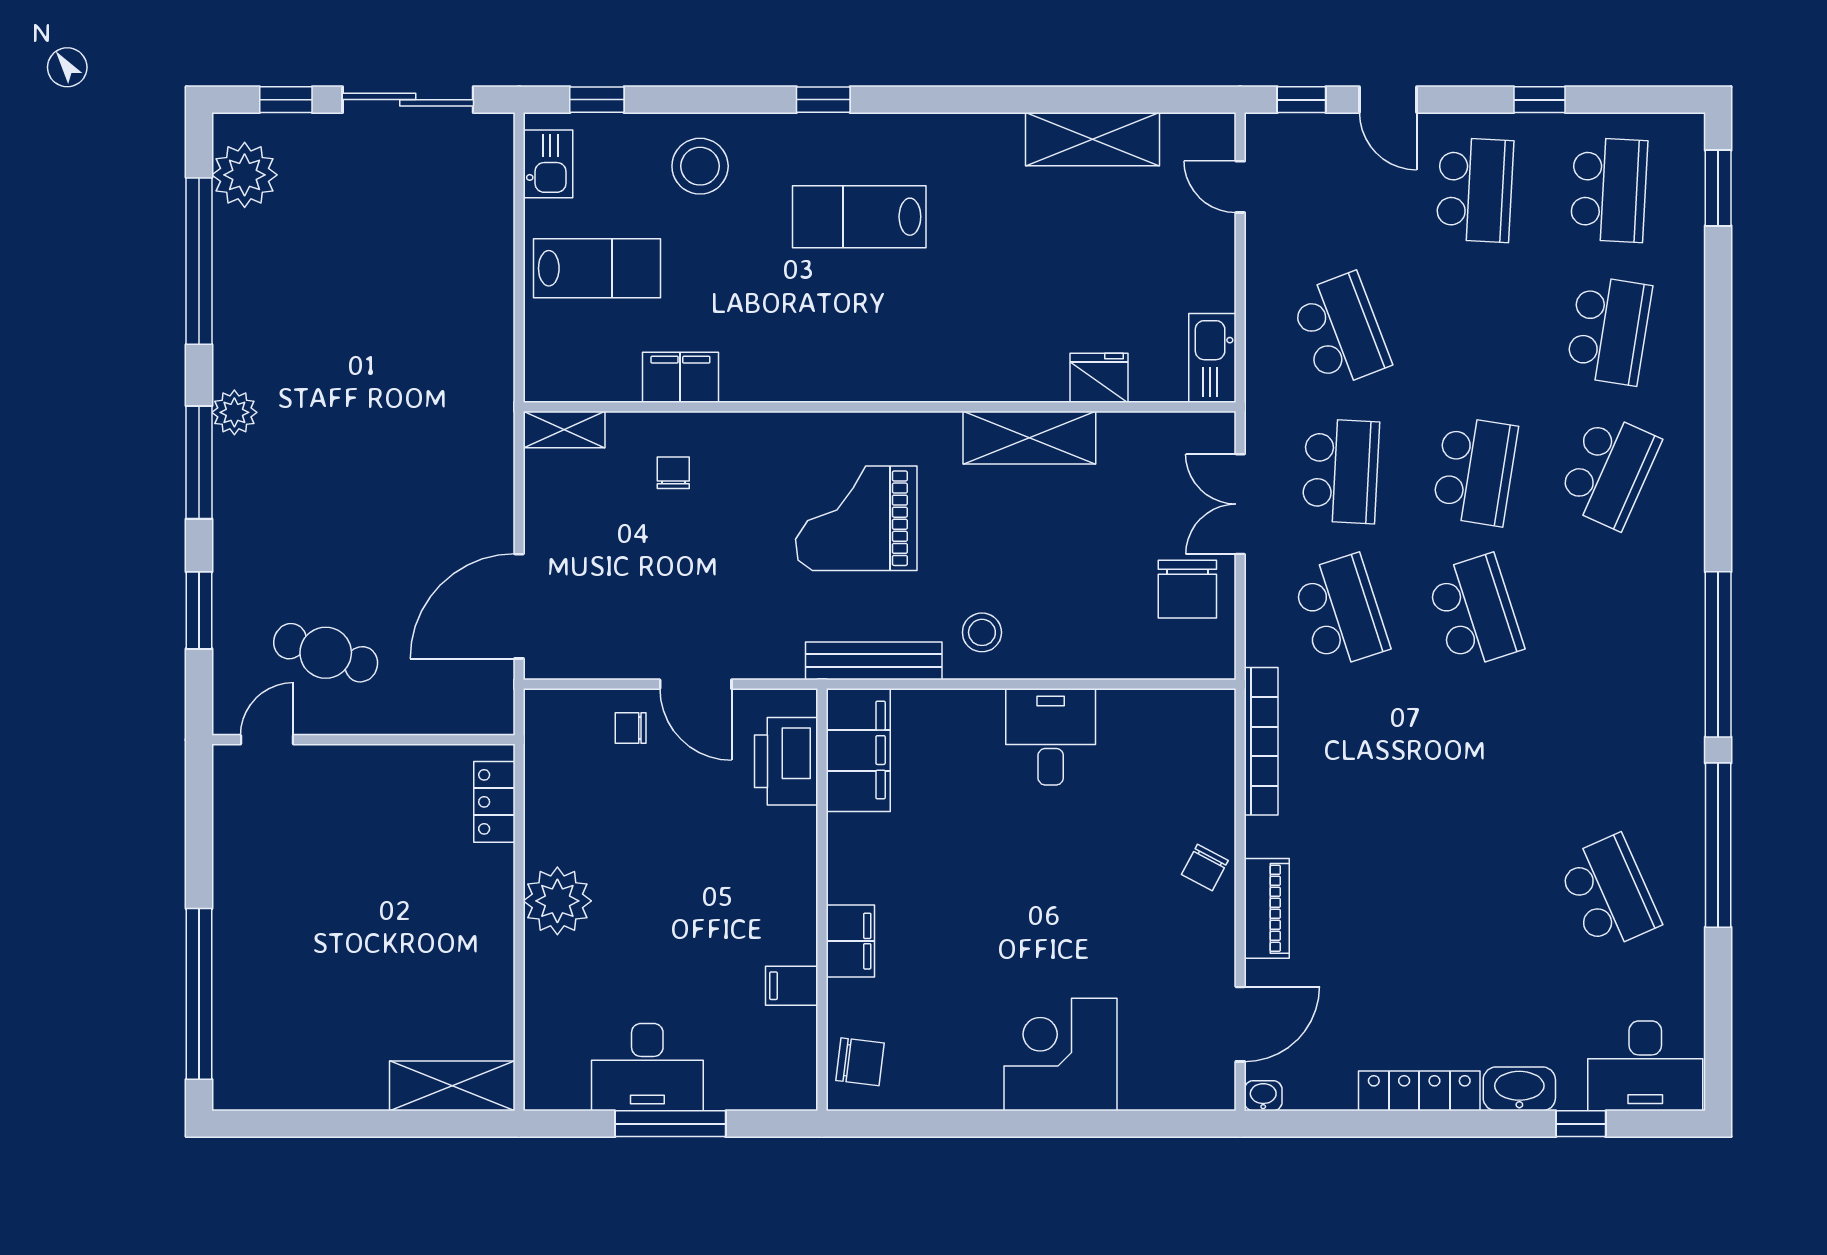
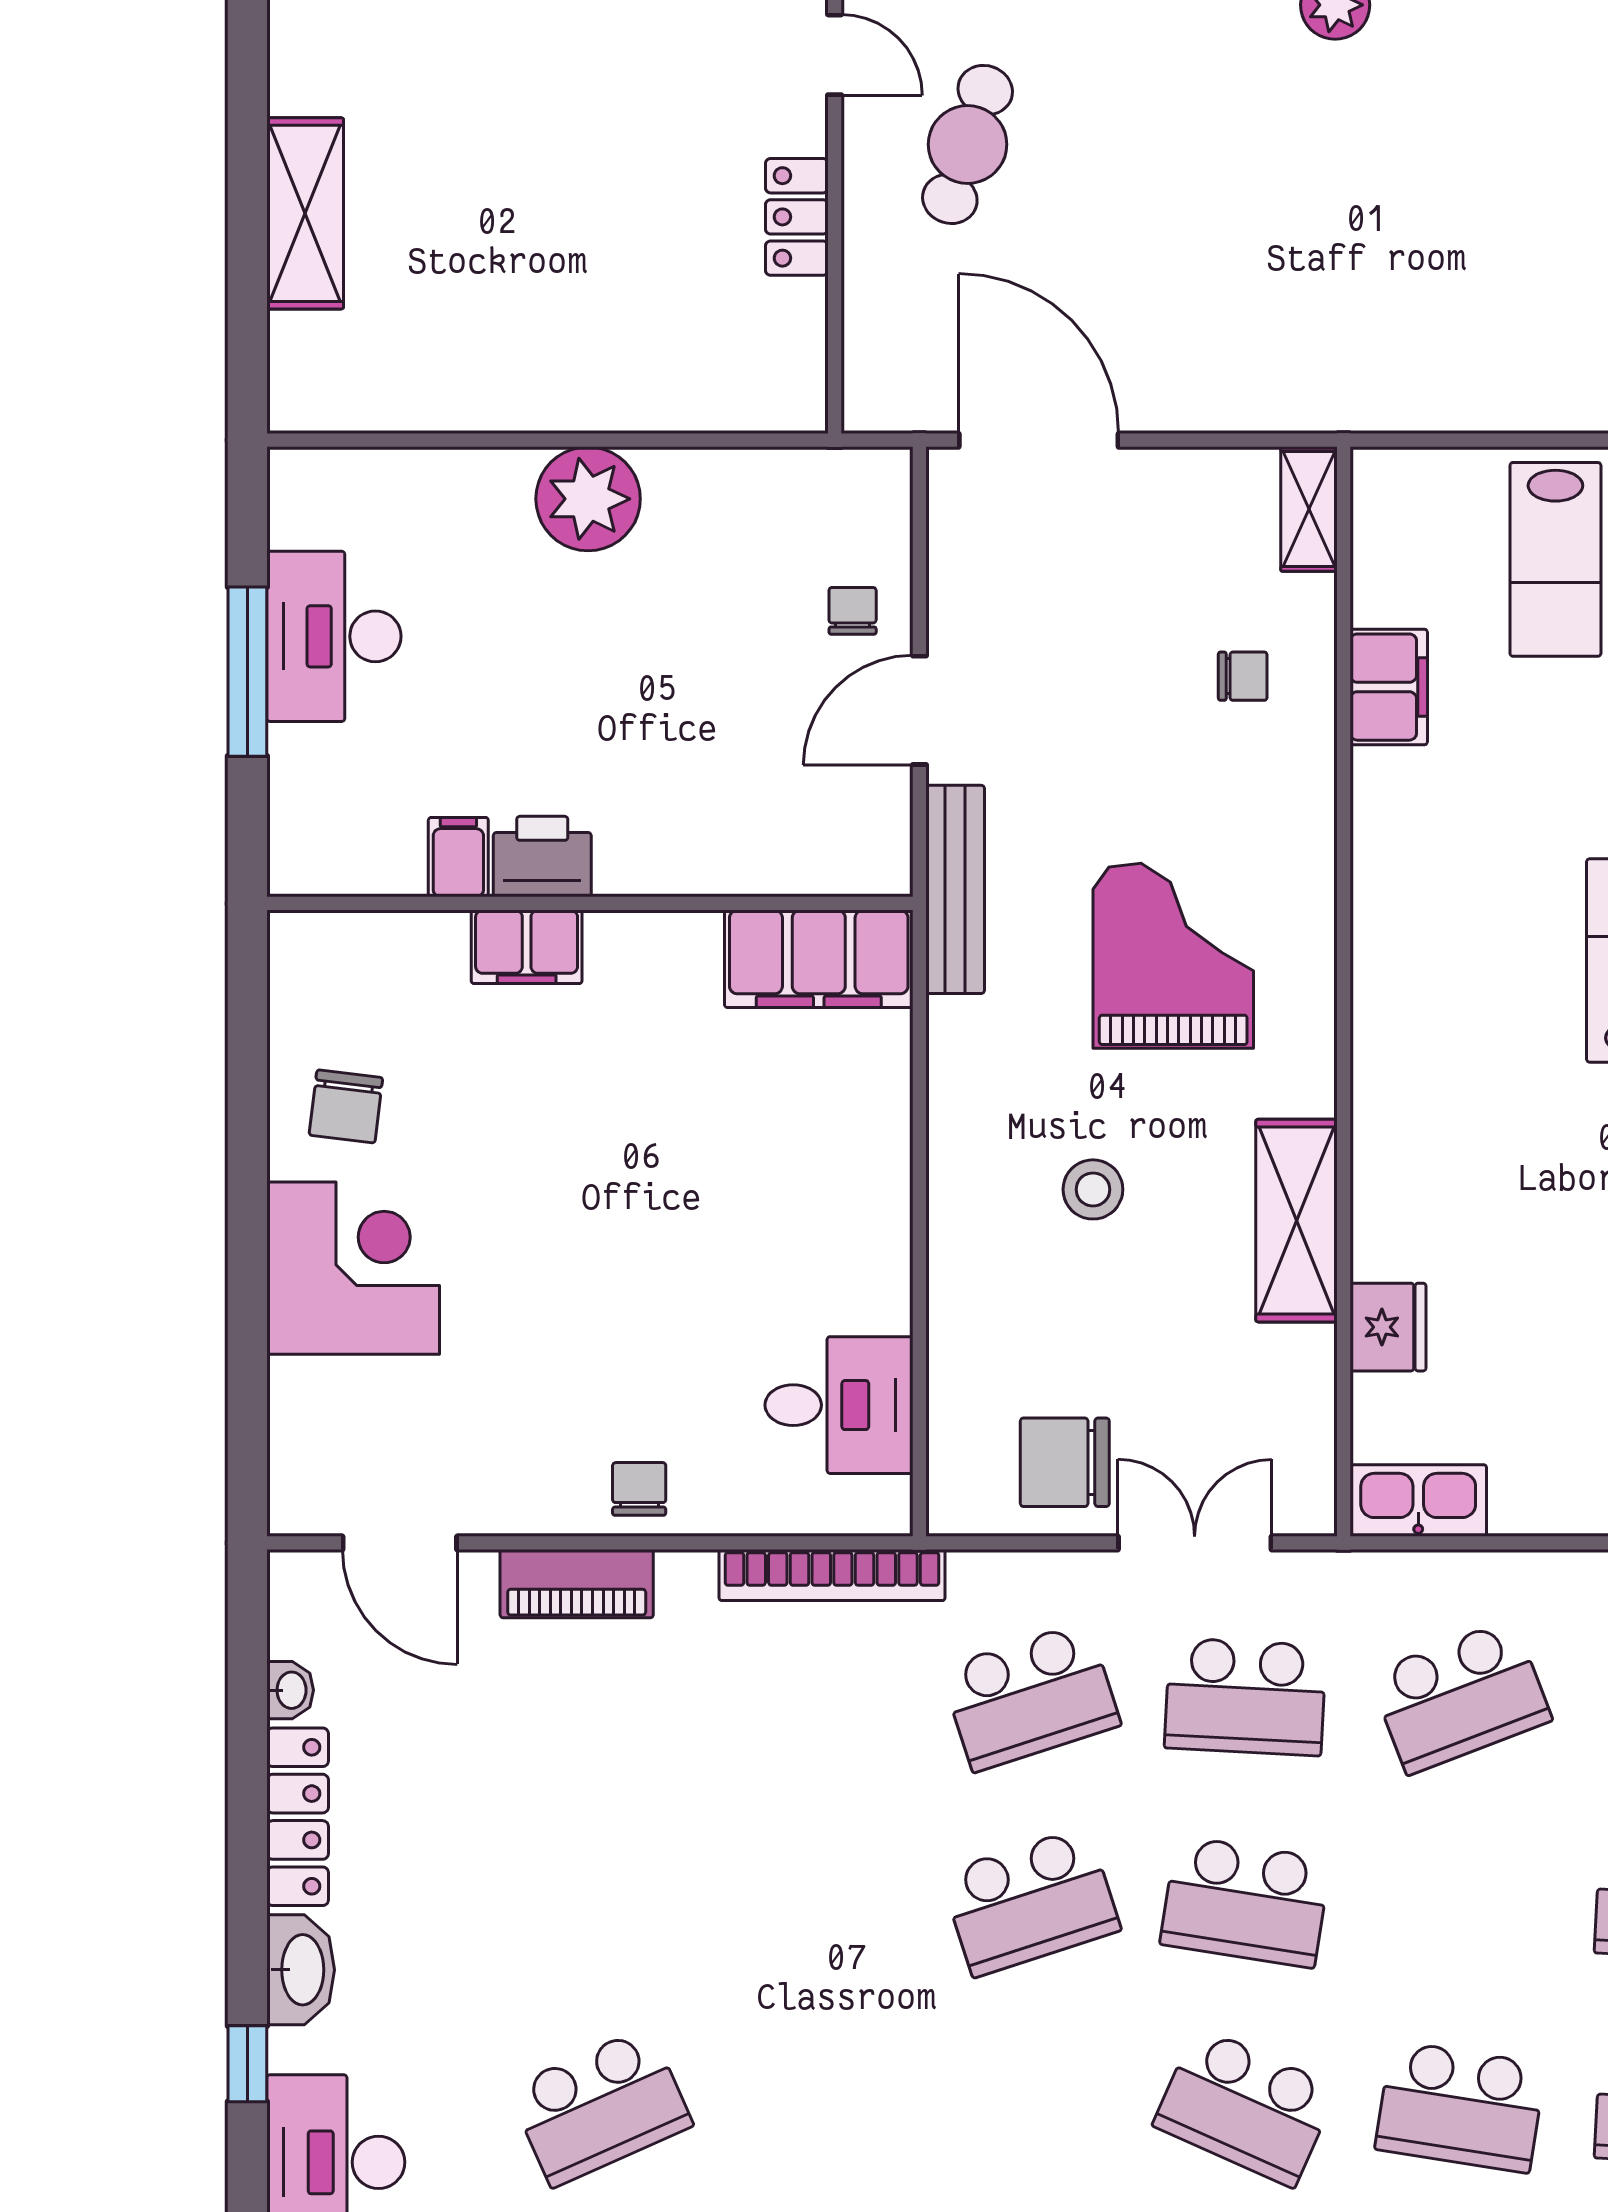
stool: (982, 632) -> (1093, 1189), moved
bench: (874, 661) -> (955, 889), moved
desk: (1051, 737) -> (839, 1405), moved
printer: (786, 761) -> (542, 857), moved, width x0.73, depth x0.84
locker: (494, 802) -> (797, 217), moved, turned -90
chair: (1205, 867) -> (639, 1489), turned 62
chair: (860, 1062) -> (346, 1106), moved
shelving: (452, 1086) -> (305, 213), moved
washbasin: (1263, 1096) -> (290, 1690), moved

